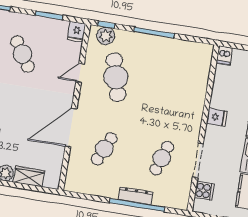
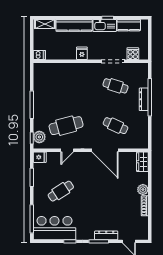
door: (80, 73) -> (67, 150), hinge flipped
wardrobe: (29, 176) -> (142, 162), moved

